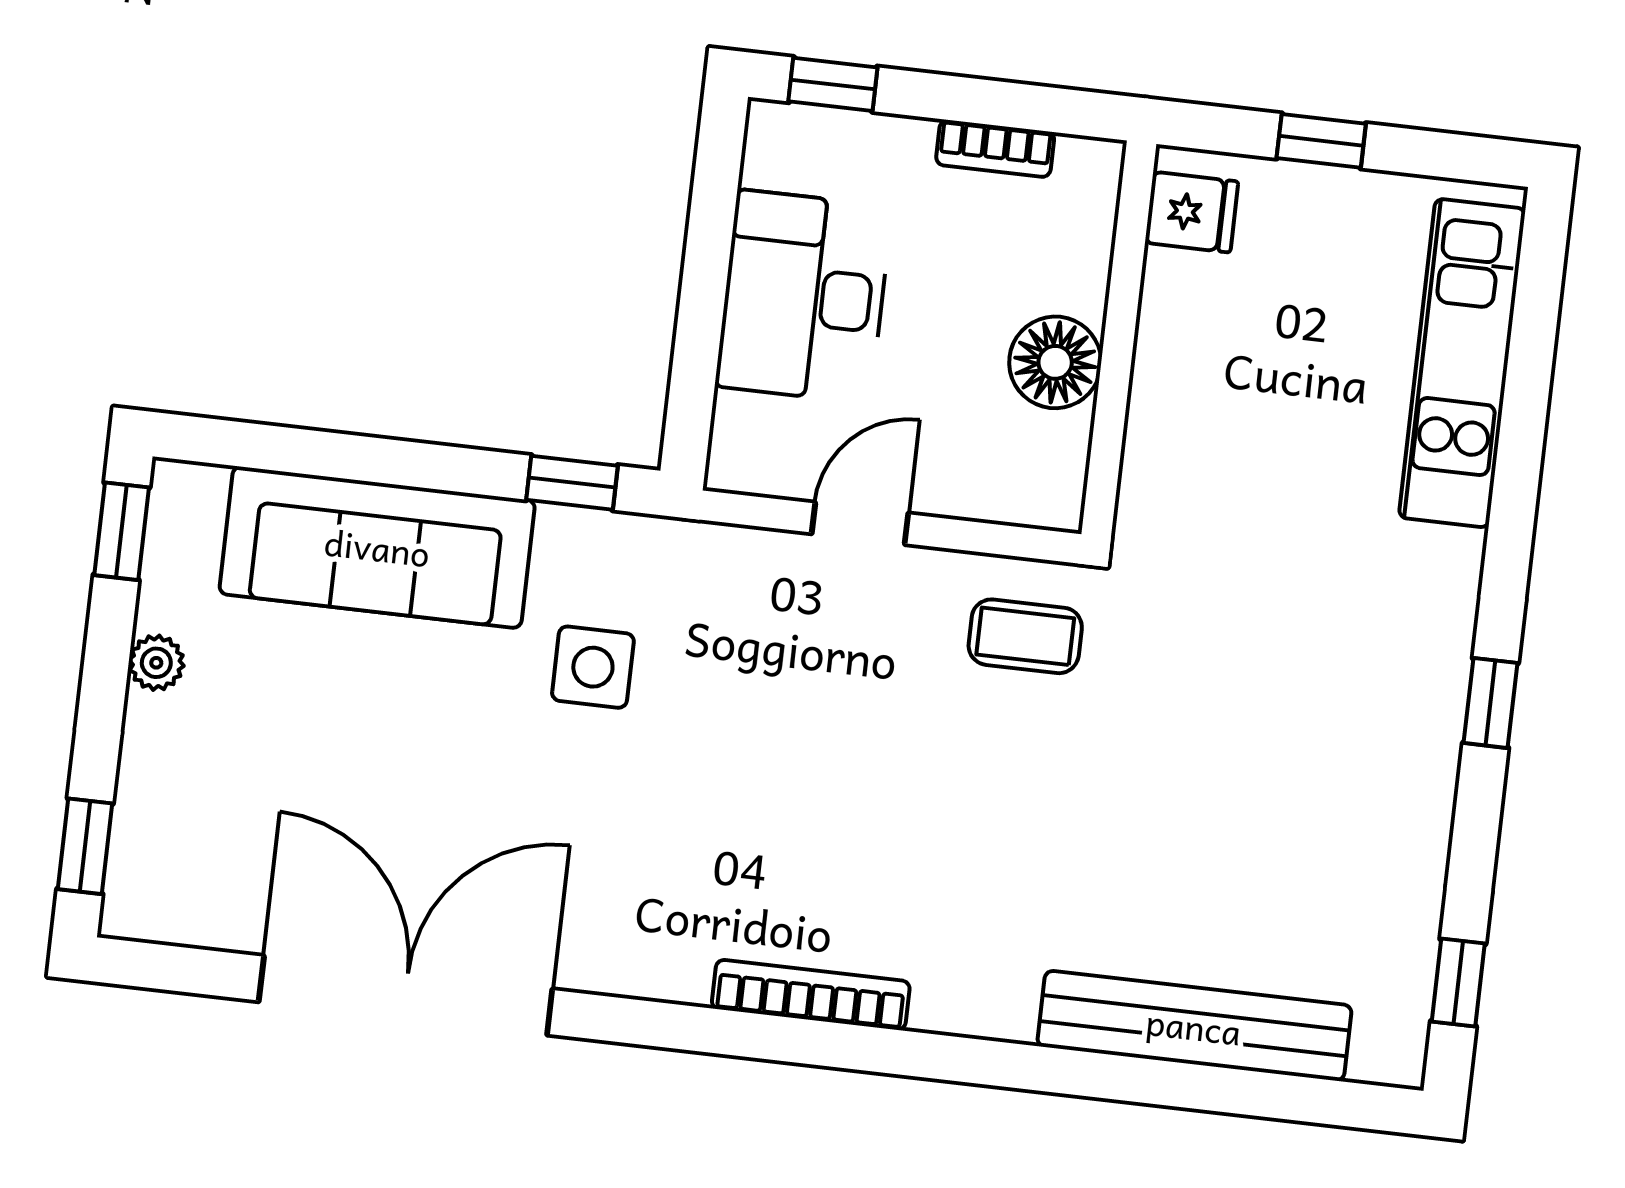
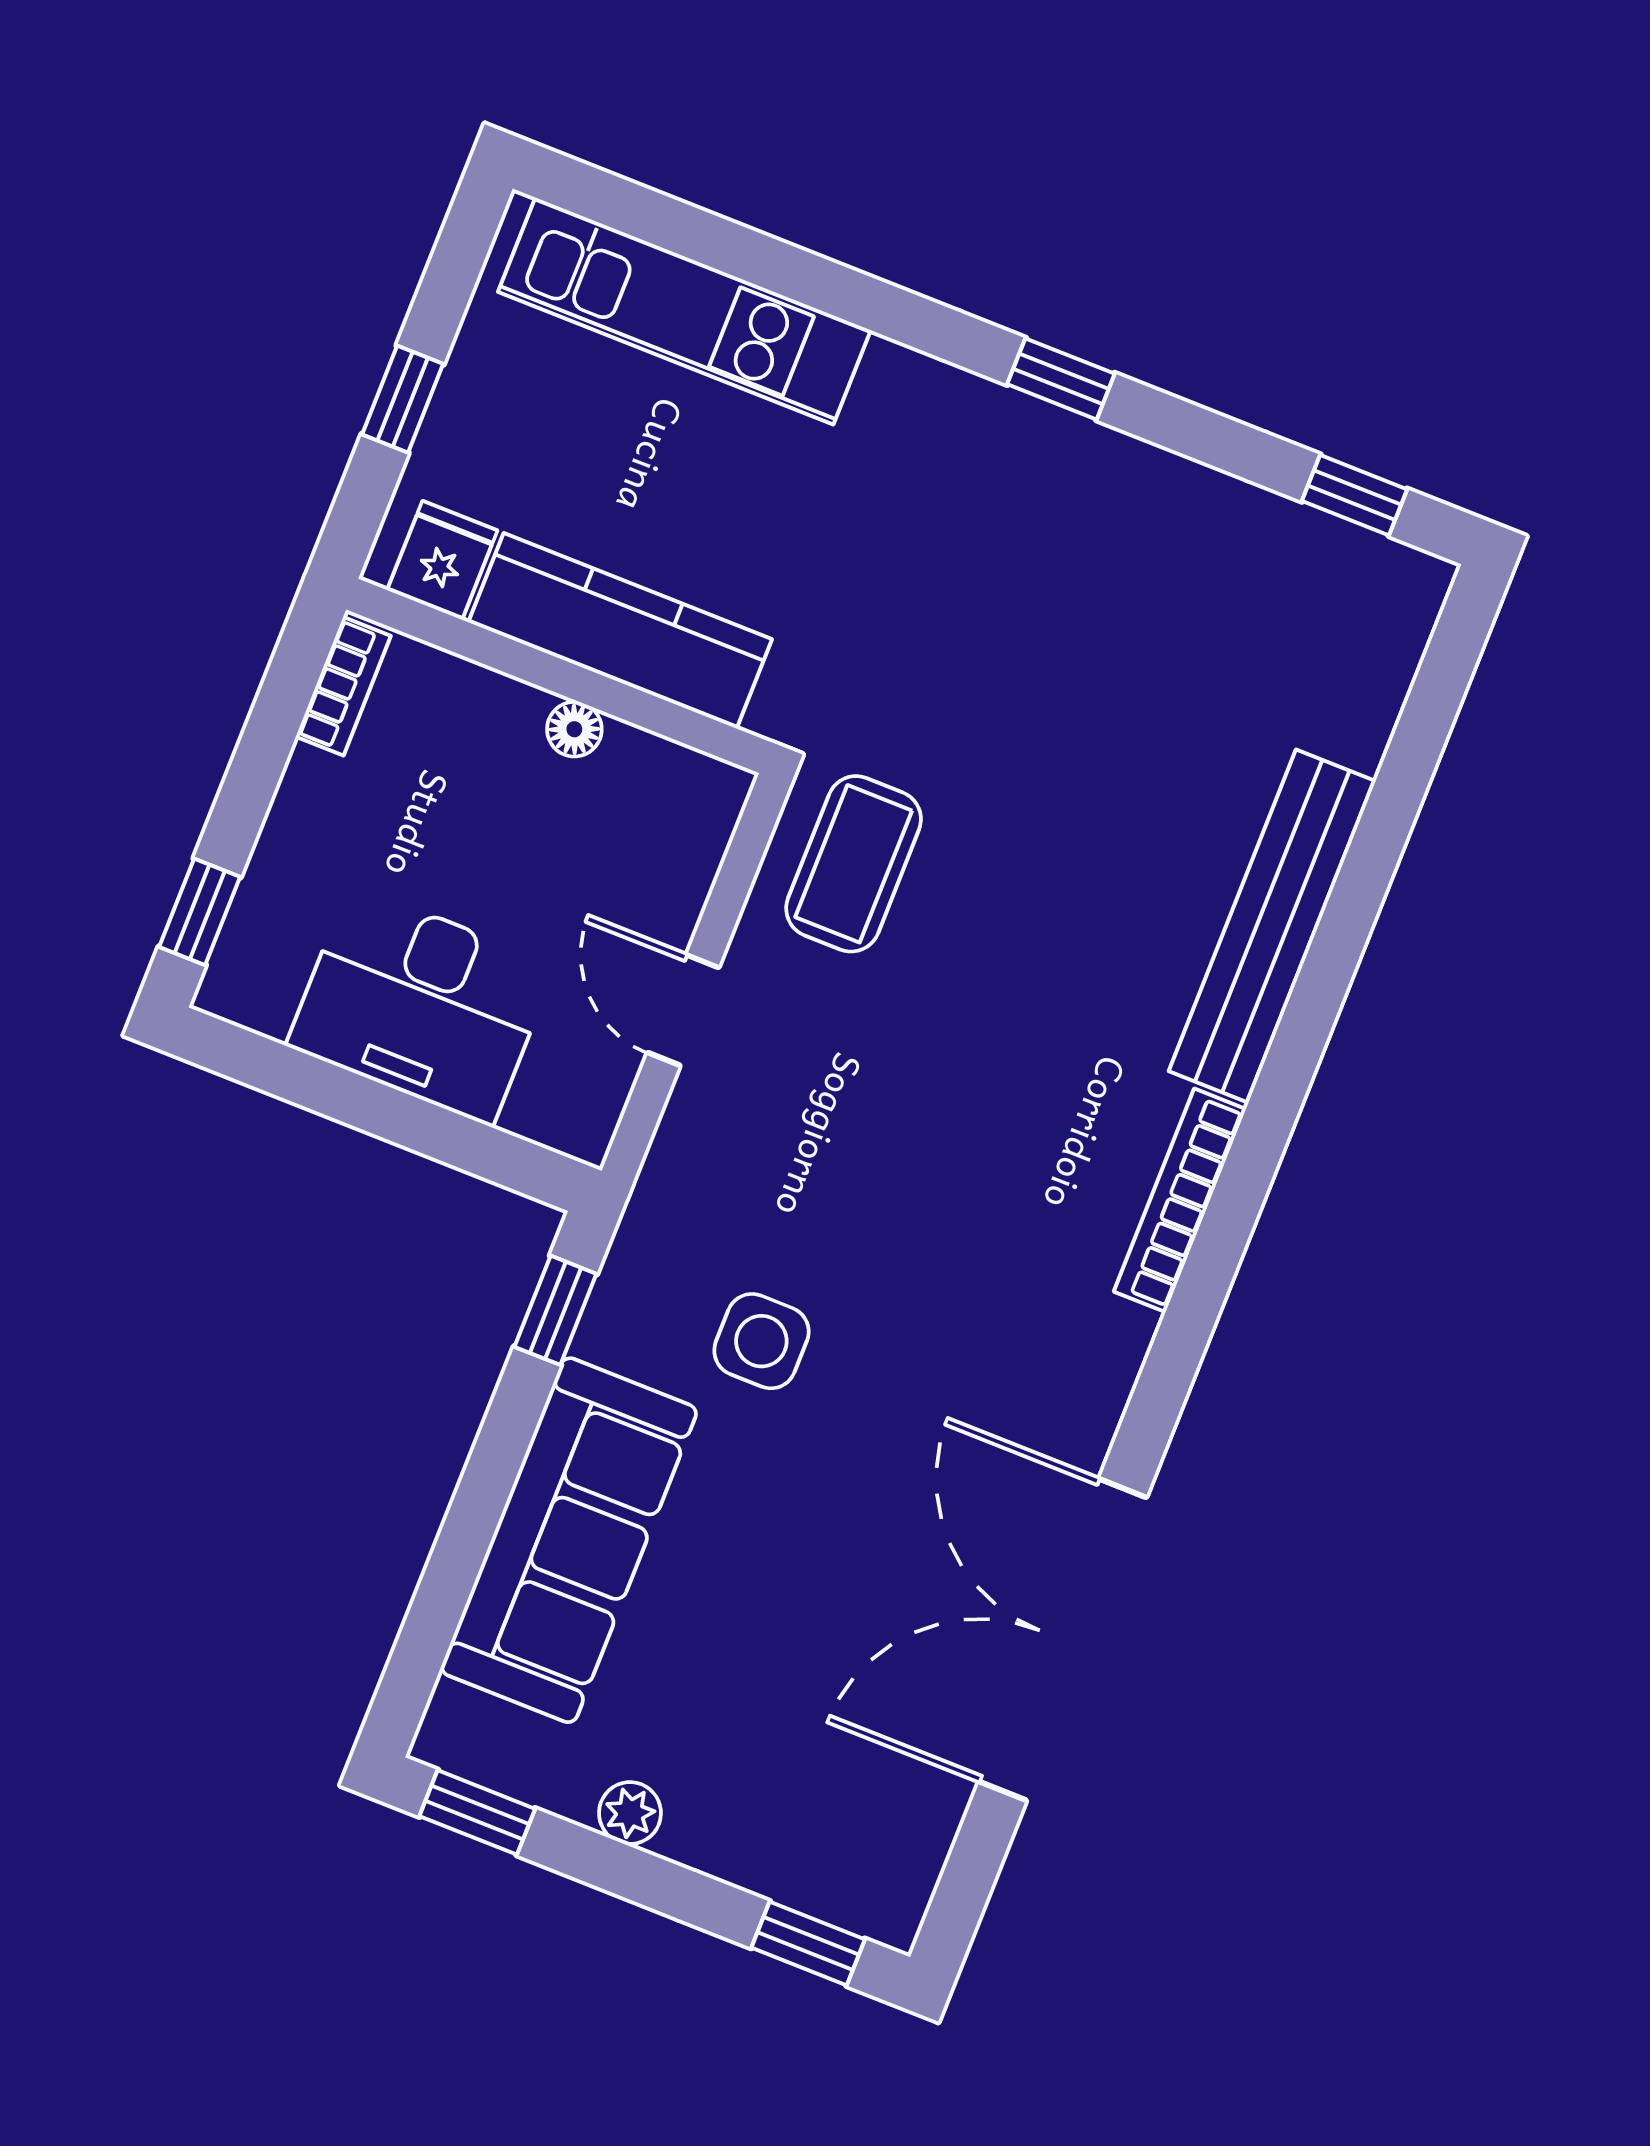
bookcase: (995, 148) -> (343, 686), moved
floor lamp: (1055, 362) -> (574, 729), width x0.53, depth x0.53
kitchen counter: (1172, 382) -> (620, 631), added
coffee table: (1025, 636) -> (854, 864), width x1.36, depth x1.30
bench: (1194, 1026) -> (1272, 926), moved

